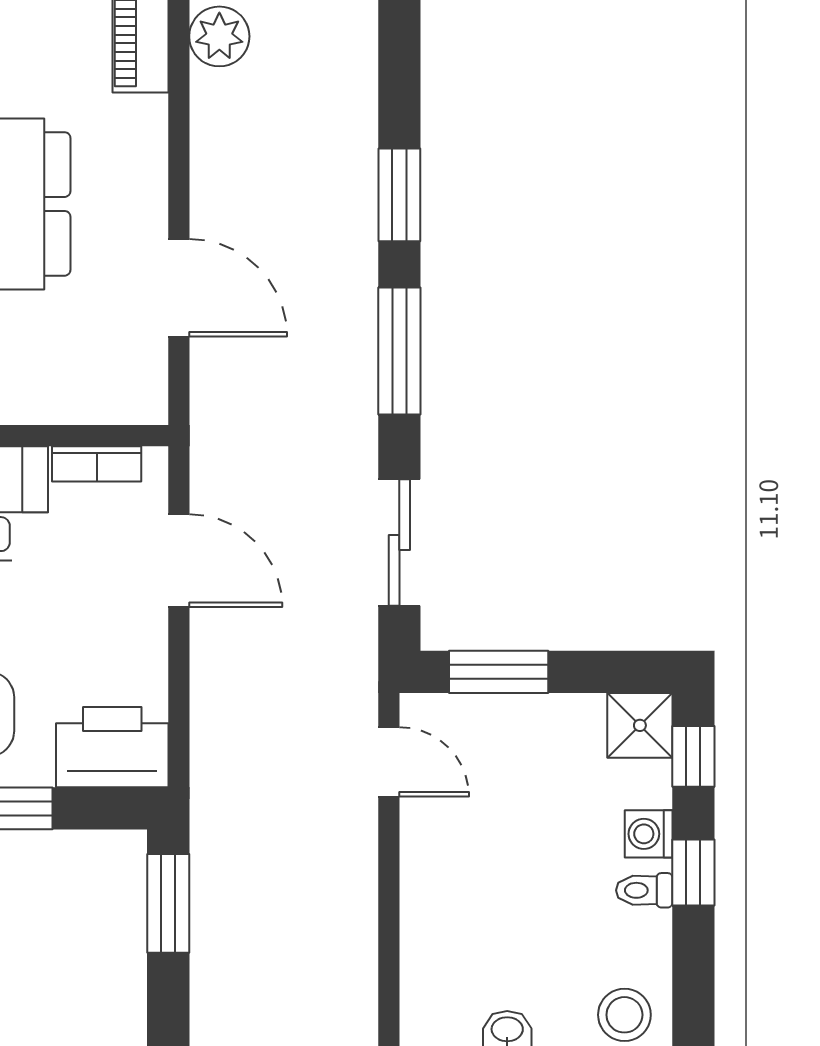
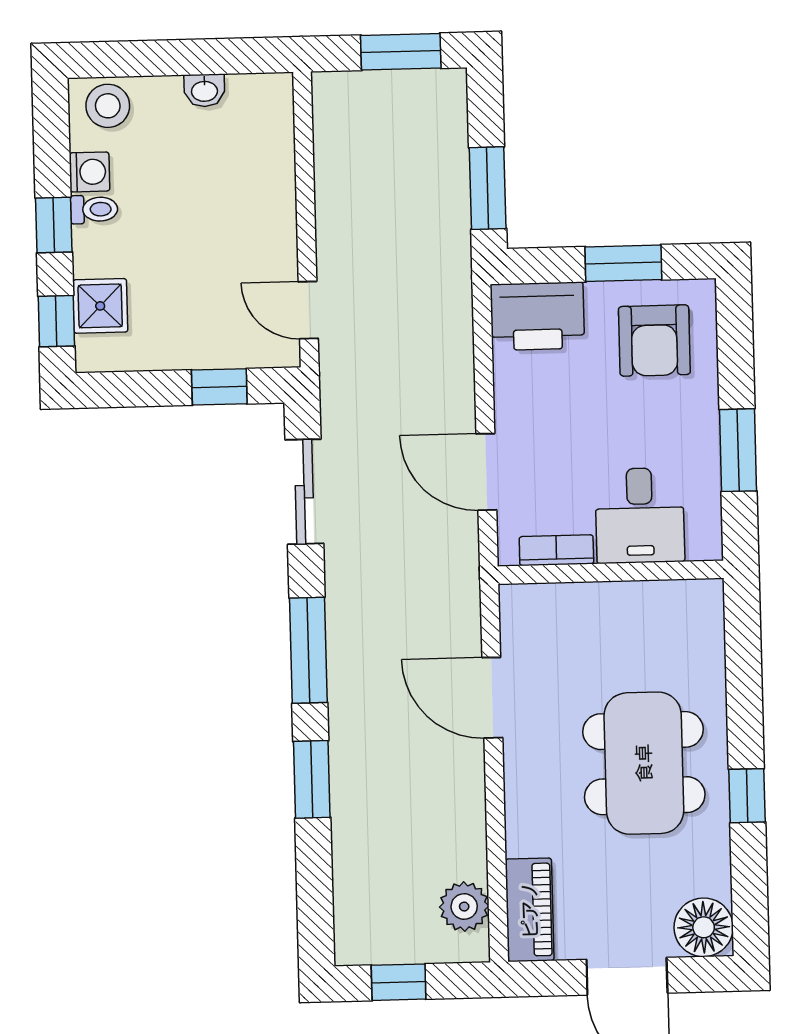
window: (499, 672) -> (219, 387), width x0.67
shower: (640, 725) -> (100, 306), moved
washing machine: (649, 834) -> (89, 172), moved

